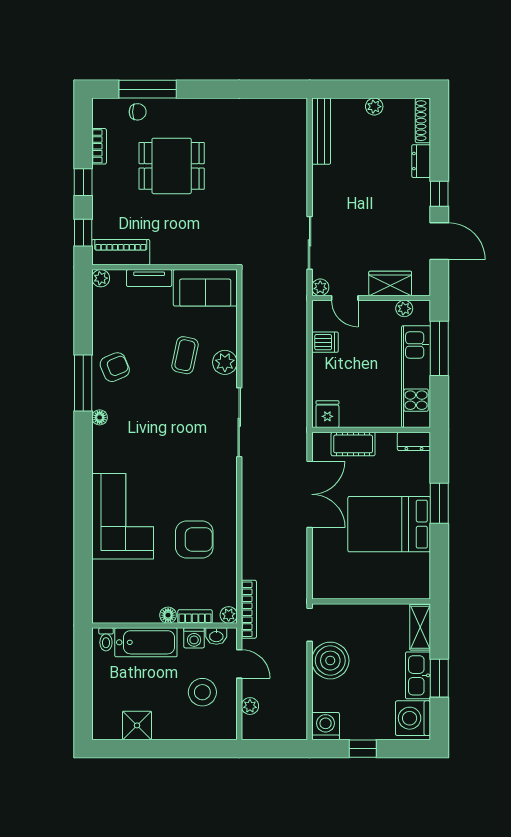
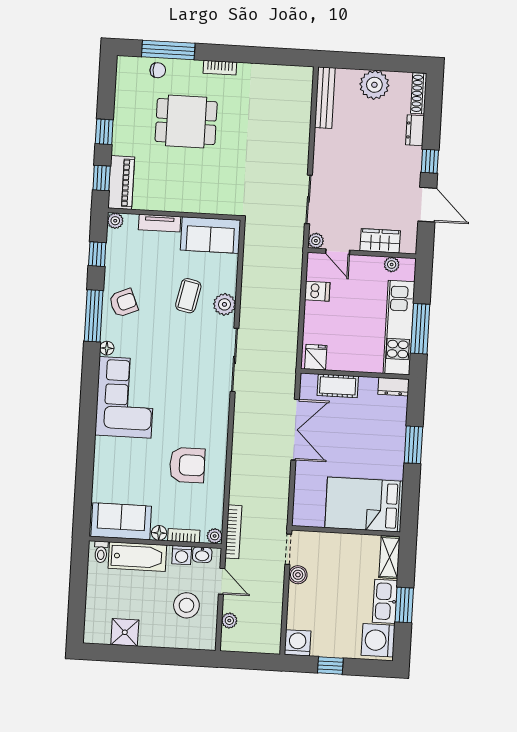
plant: (374, 107) -> (374, 85), width x1.87, depth x1.87
bookcase: (99, 146) -> (220, 68), moved, turned 90
piano: (121, 252) -> (121, 182), moved, turned 90
window: (83, 316) -> (97, 254), added
window: (439, 348) -> (420, 329), moved
corner sofa: (123, 516) -> (125, 397), moved
bed: (389, 524) -> (364, 504), moved
sofa: (126, 605) -> (121, 521), added
boiler: (330, 661) -> (298, 575), width x0.54, depth x0.54

